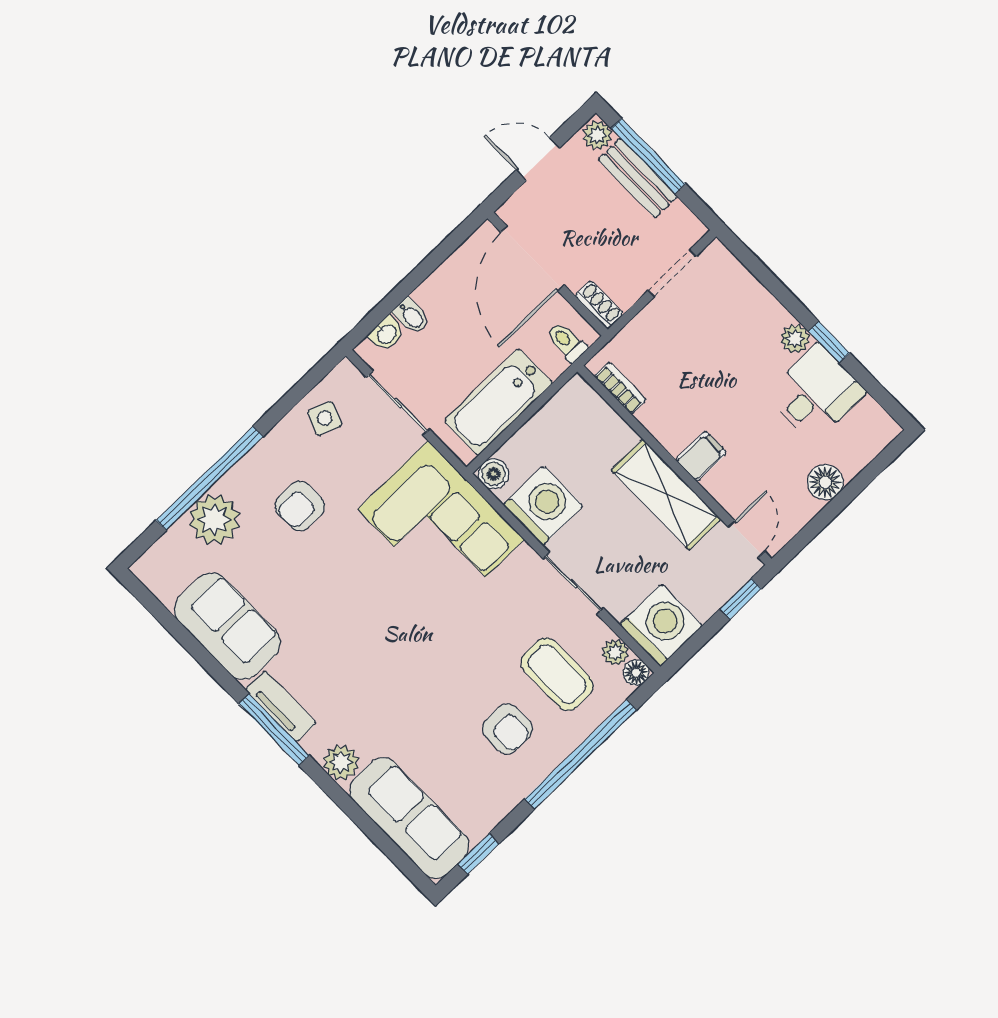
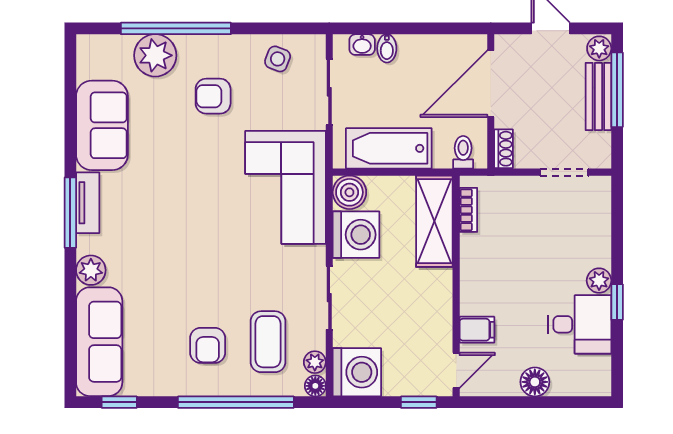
filing cabinet: (701, 456) -> (477, 330), moved
boiler: (493, 474) -> (349, 192), width x1.36, depth x1.36
shelving: (666, 495) -> (434, 221), moved

